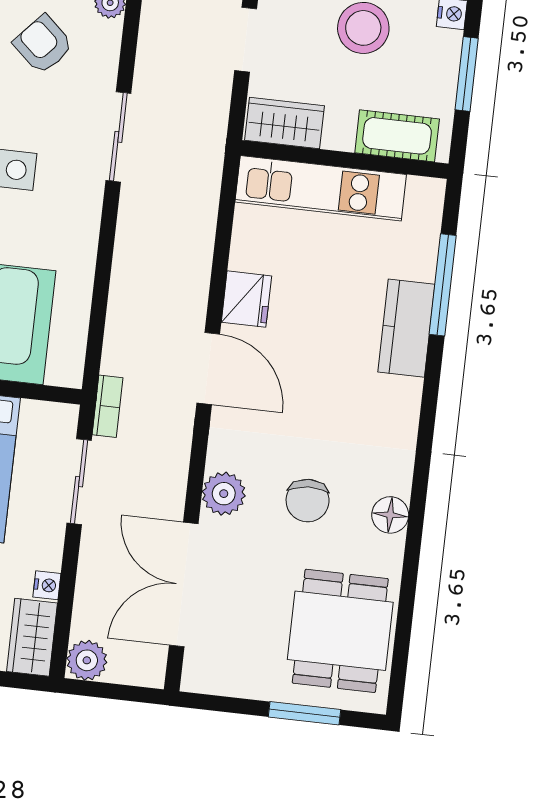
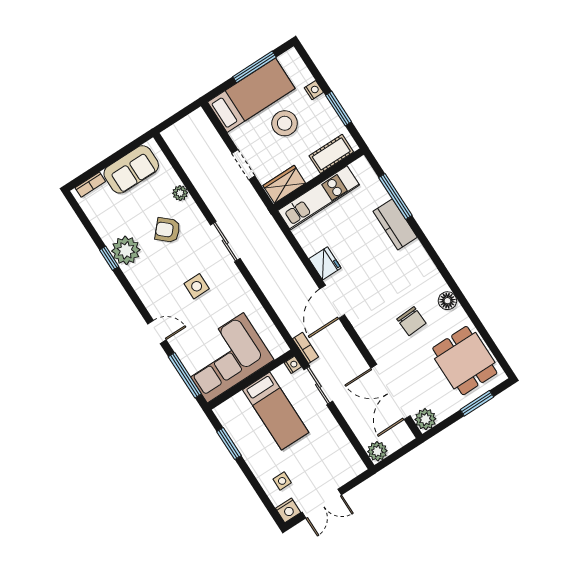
door: (208, 369) -> (332, 302), swing flipped
plant: (224, 494) -> (425, 419), moved
nightstand: (47, 585) -> (293, 365), moved
wardrobe: (32, 637) -> (349, 460), removed

